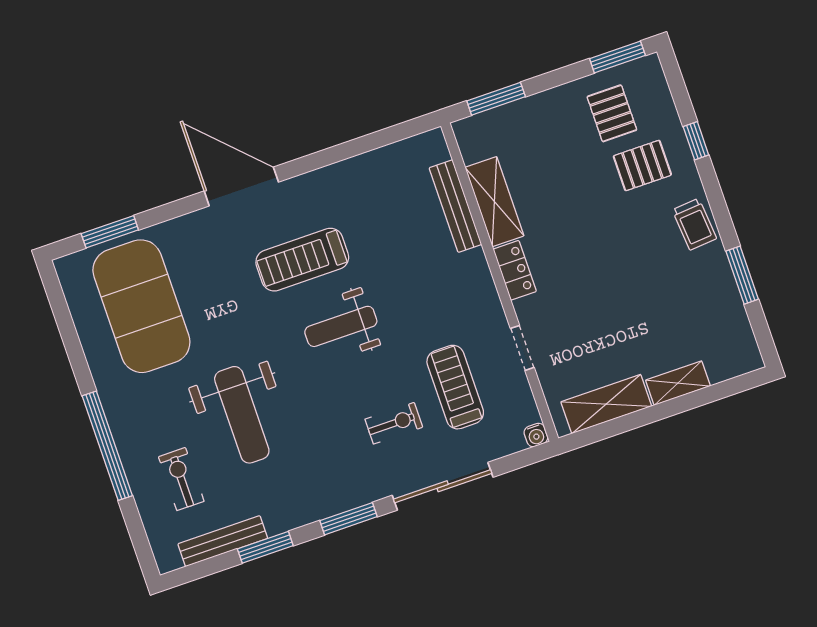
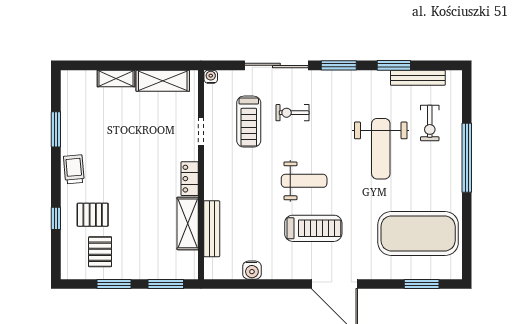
window: (617, 57) -> (114, 284), moved
water cooler: (373, 165) -> (252, 270), added
exercise mat: (141, 306) -> (418, 233), turned 90
weight bench: (242, 415) -> (381, 149), turned 180

